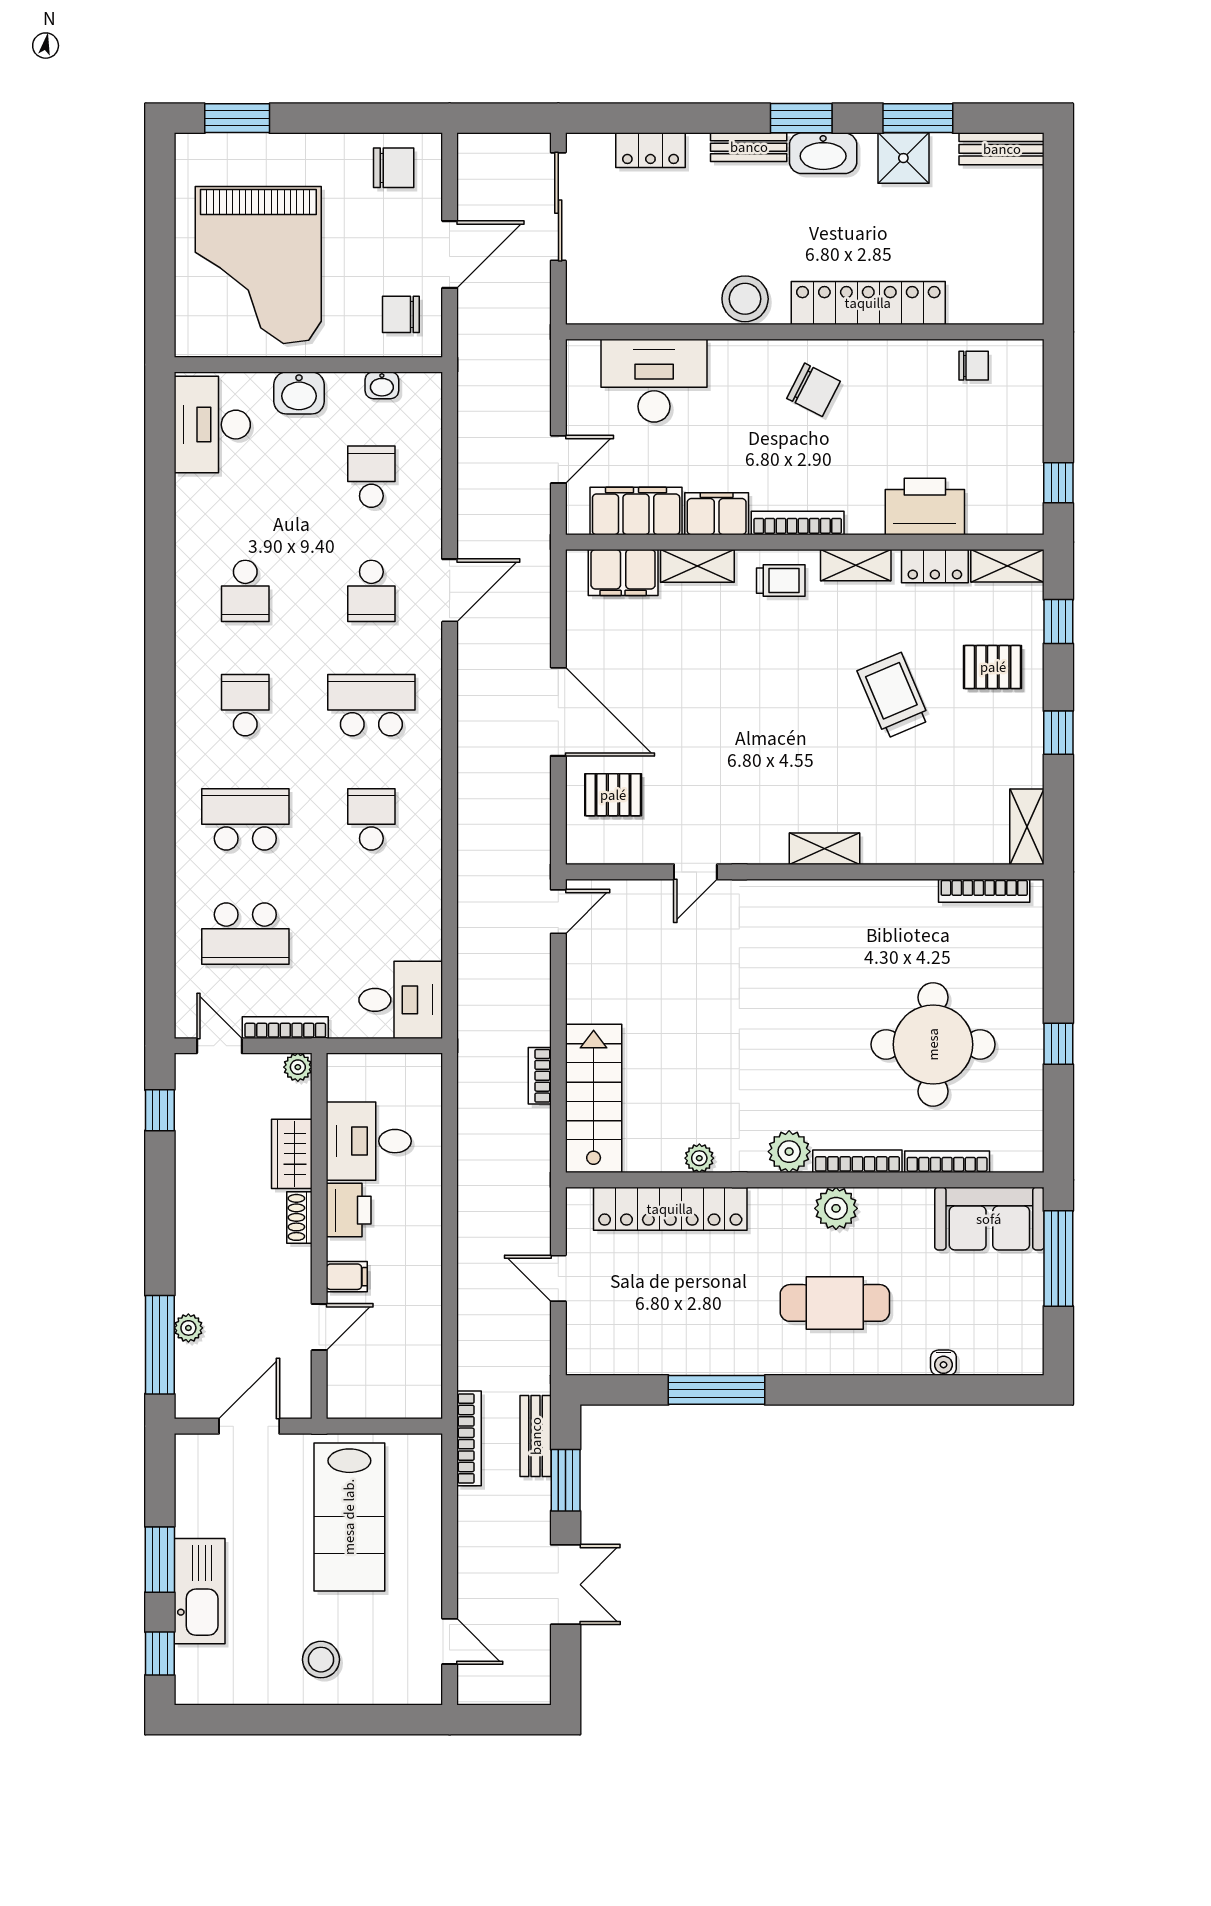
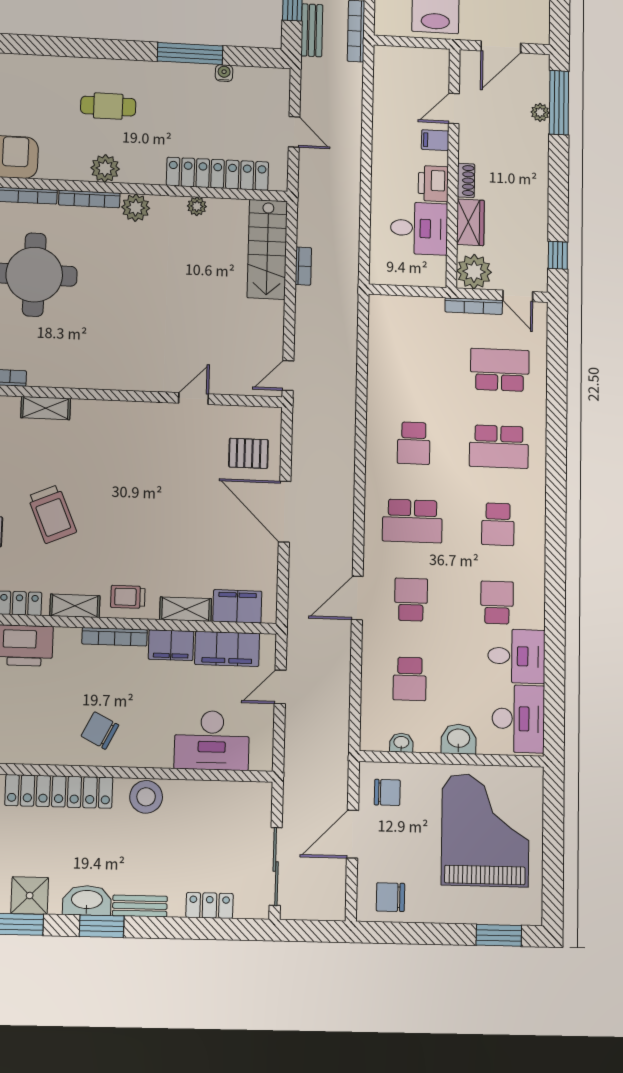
shelving: (824, 849) -> (46, 408), moved
desk: (401, 1000) -> (516, 656), moved, turned 180
plant: (298, 1067) -> (474, 272), width x1.87, depth x1.87
cafe table: (835, 1303) -> (108, 106), width x0.73, depth x0.74
water cooler: (943, 1363) -> (224, 73), moved

